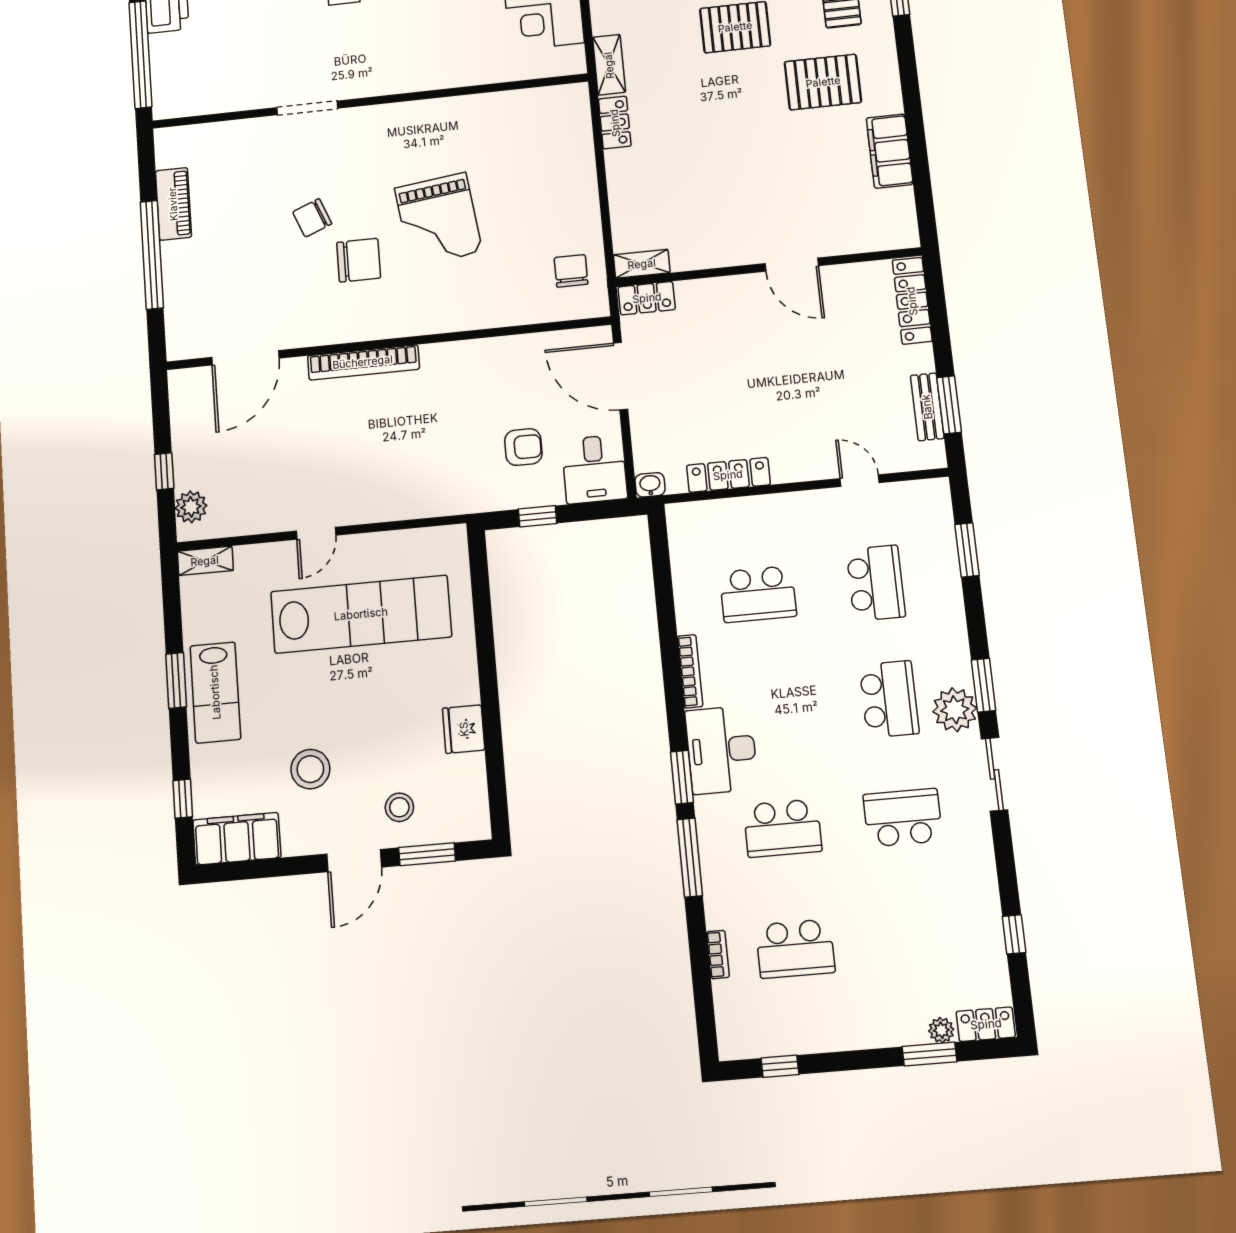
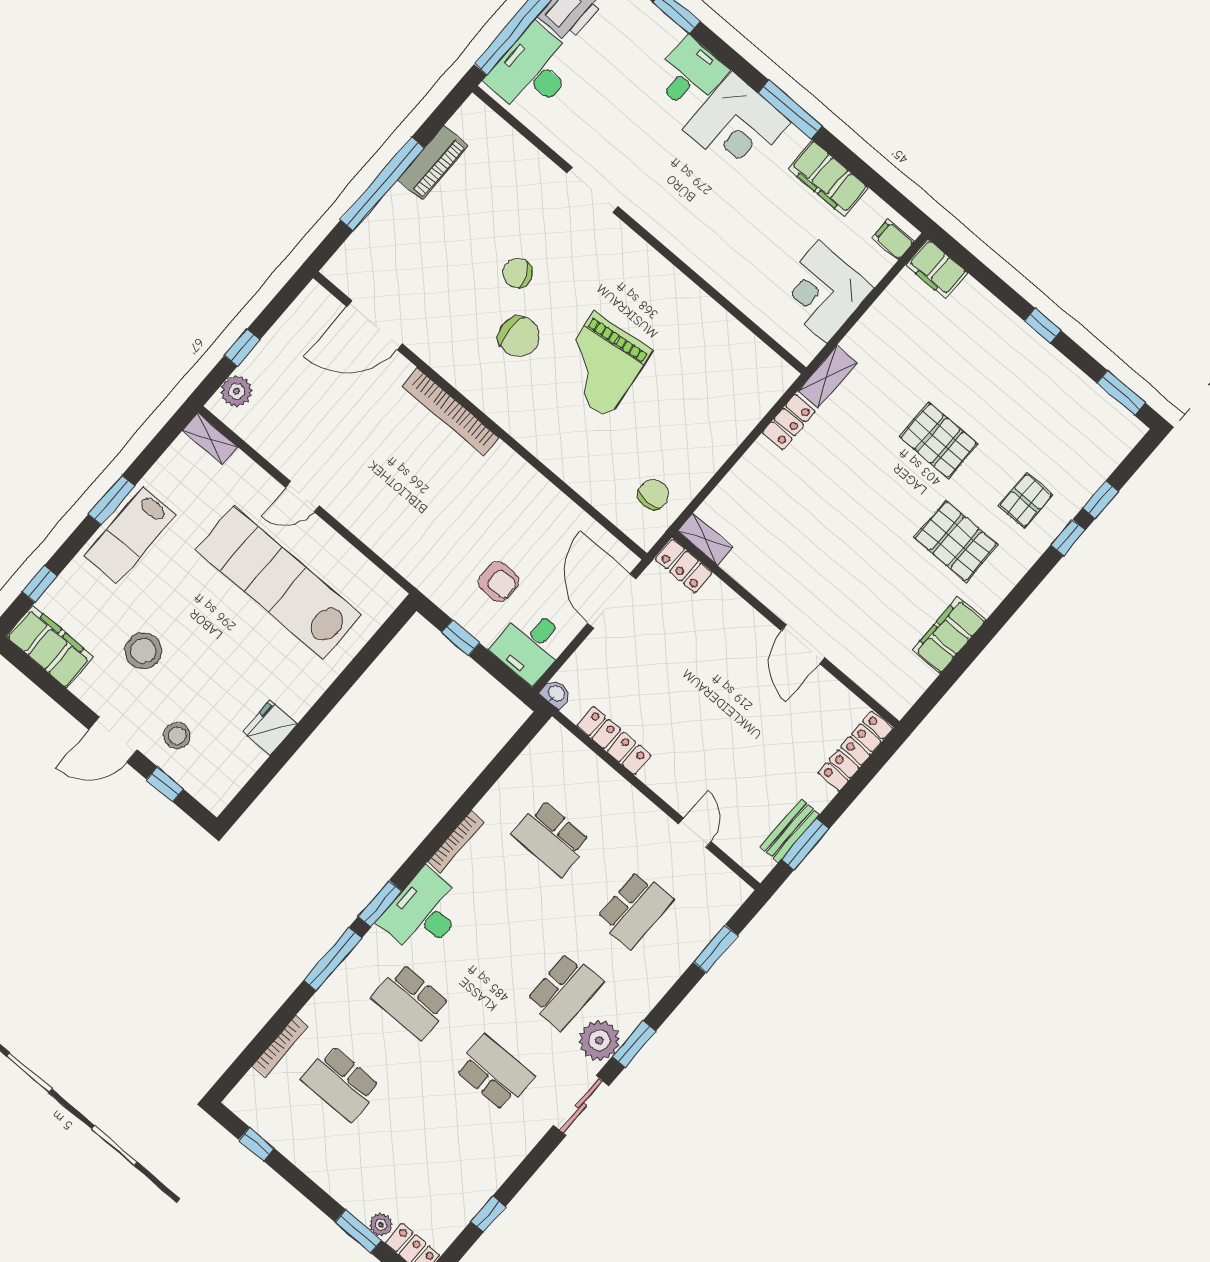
desk: (181, 72) -> (532, 71), added
lab bench: (361, 614) -> (278, 582), turned 180
window: (427, 854) -> (165, 784), width x0.67
bookcase: (718, 954) -> (280, 1046), width x1.56

